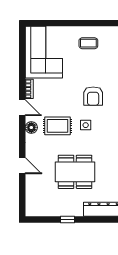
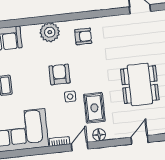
armchair: (93, 96) -> (60, 74), turned -90
side table: (86, 125) -> (70, 97), moved

